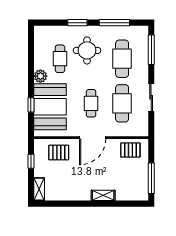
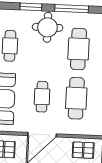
round table: (87, 50) -> (48, 27), moved

